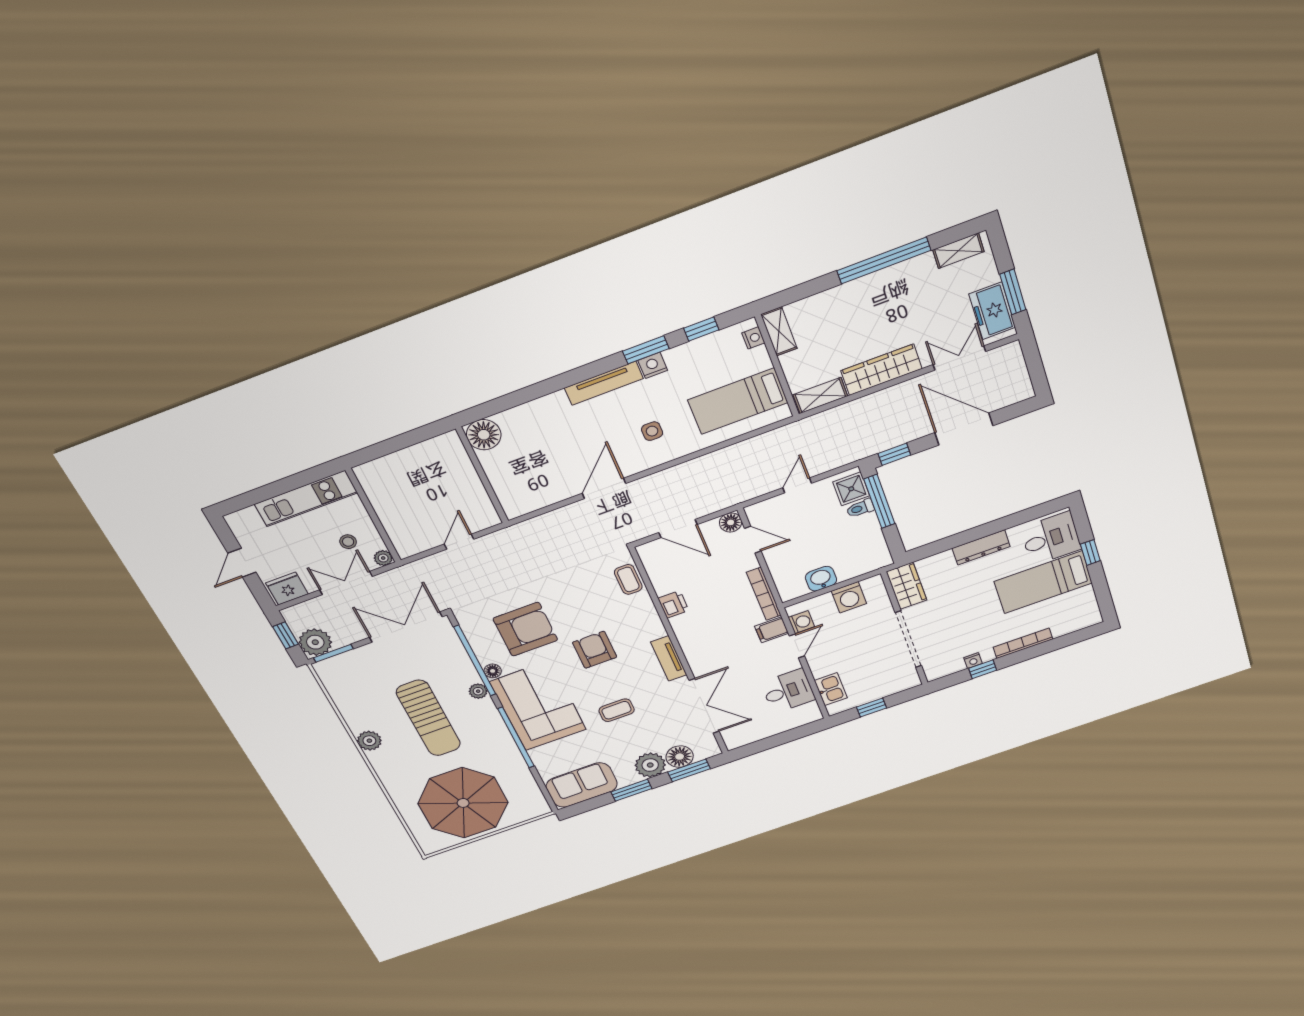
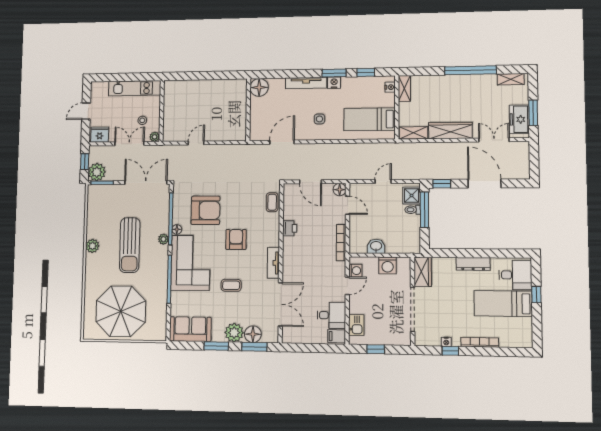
floor lamp: (484, 435) -> (259, 87), moved
wall: (482, 475) -> (248, 110), moved
filing cabinet: (772, 630) -> (337, 336), moved

